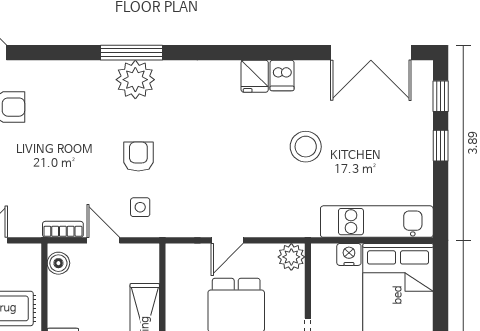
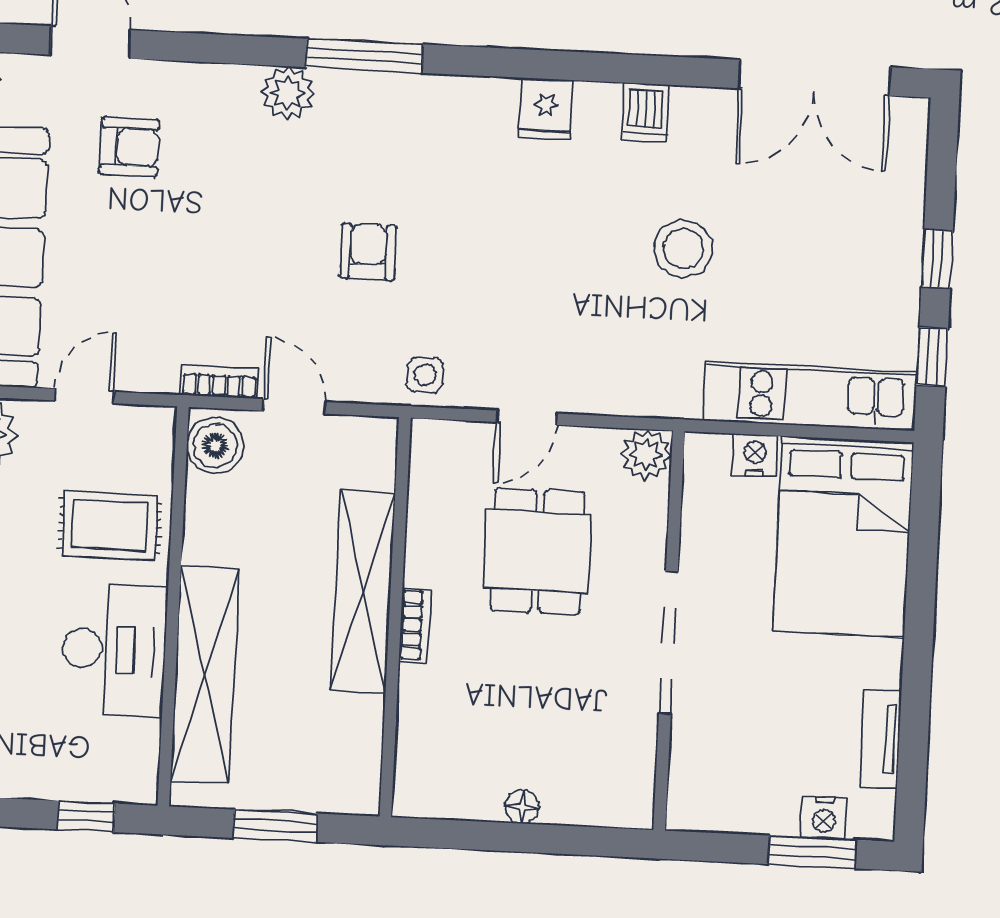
fridge: (255, 76) -> (546, 109), moved
plant: (135, 80) -> (288, 93), moved, width x0.73, depth x0.73
window: (441, 96) -> (932, 357), moved
side table: (140, 207) -> (425, 375), moved
boiler: (58, 263) -> (215, 445), width x1.36, depth x1.36

